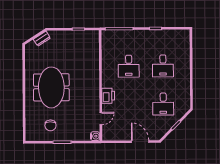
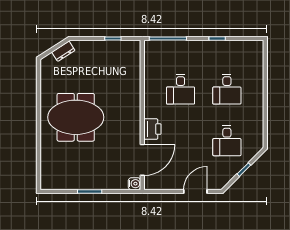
meeting table: (51, 87) -> (76, 117), turned 90
door: (101, 119) -> (142, 160), width x1.88
chair: (50, 125) -> (74, 169), removed
door: (140, 142) -> (195, 191), hinge flipped

